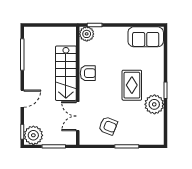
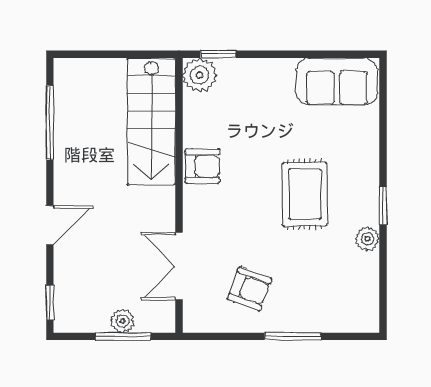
stairs: (66, 73) -> (151, 121), moved
plant: (154, 104) -> (367, 239), width x0.53, depth x0.53
plant: (33, 135) -> (123, 321), moved, width x0.53, depth x0.53

